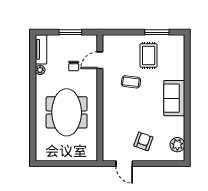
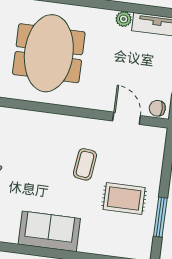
chair: (74, 66) -> (157, 108), moved
meeting table: (67, 112) -> (49, 53), turned 90

